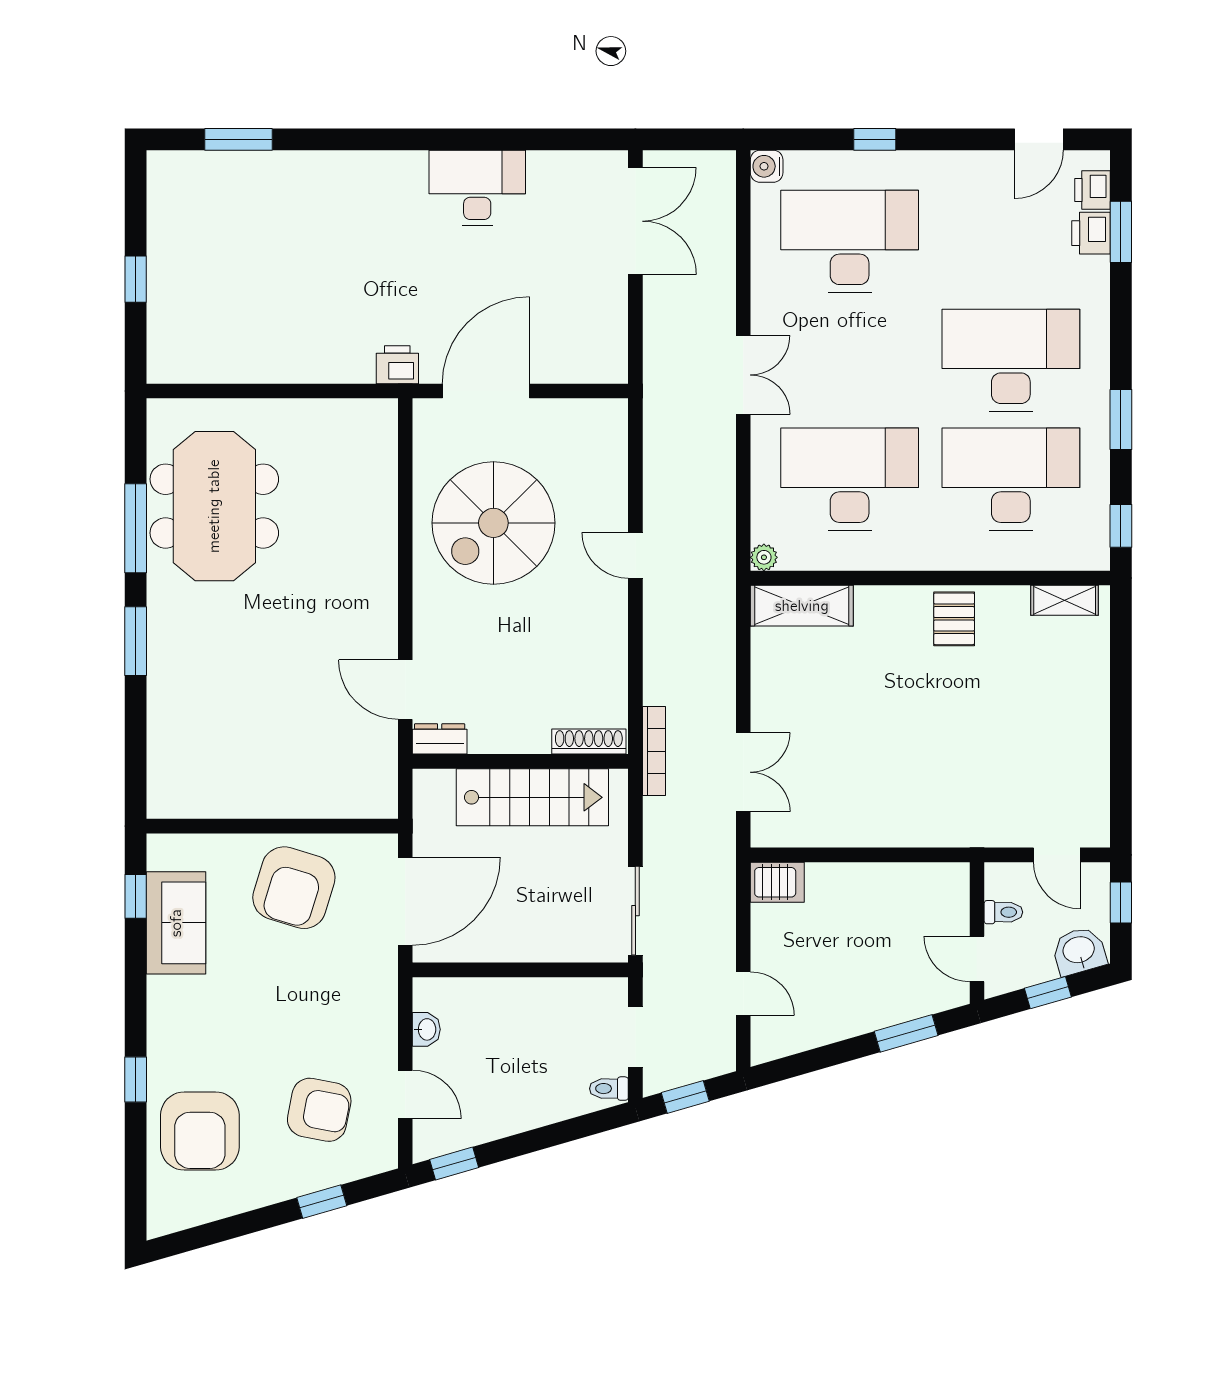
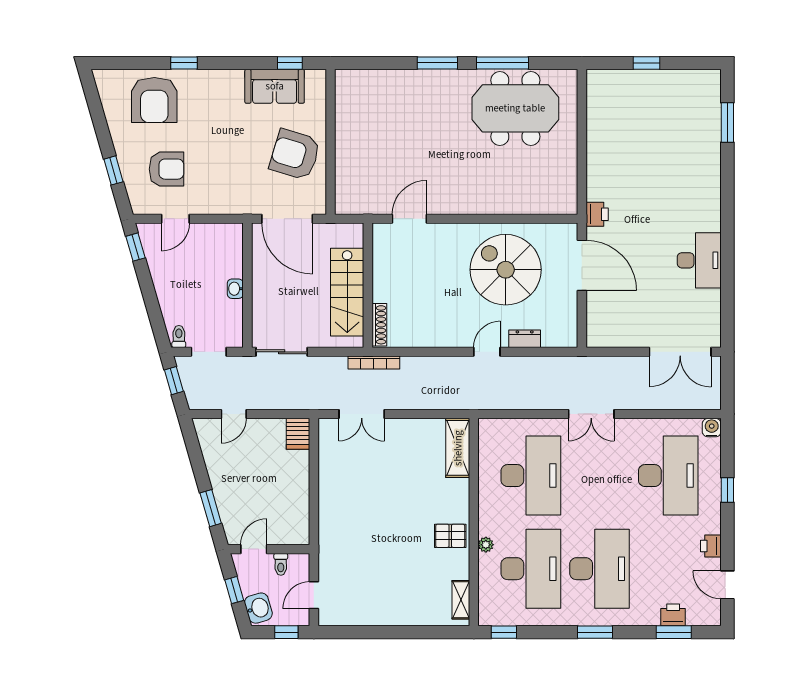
printer: (1092, 190) -> (711, 546), moved, turned -90
window: (1121, 419) -> (595, 632), moved
plant: (764, 557) -> (486, 545), moved
dresser: (440, 739) -> (525, 339), moved, turned -90
washbasin: (426, 1029) -> (235, 289), moved, turned 90
armchair: (319, 1110) -> (167, 169), turned -101
armchair: (200, 1131) -> (154, 100), turned -90

